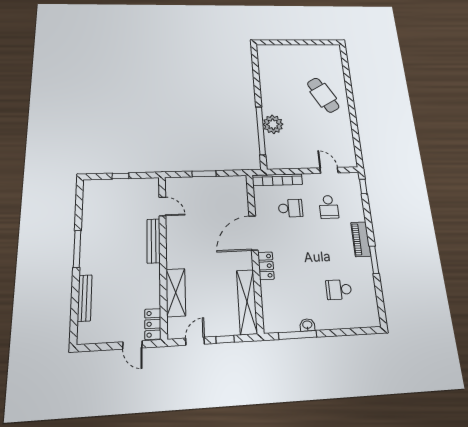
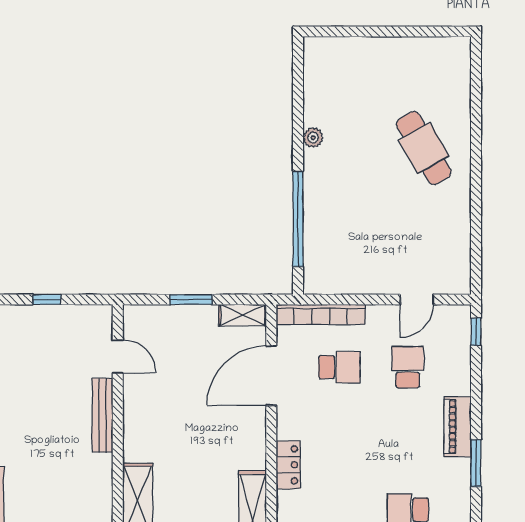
plant: (273, 124) -> (313, 138), moved, width x0.53, depth x0.53
door: (329, 170) -> (417, 299), swing flipped
shelving: (234, 181) -> (243, 315), added
school desk: (329, 207) -> (408, 367), turned 180
door: (253, 233) -> (271, 376), moved

